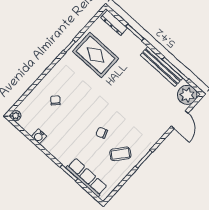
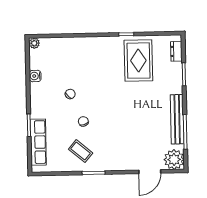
dresser: (114, 23) -> (176, 51), width x0.70
chair: (55, 100) -> (70, 94), moved

